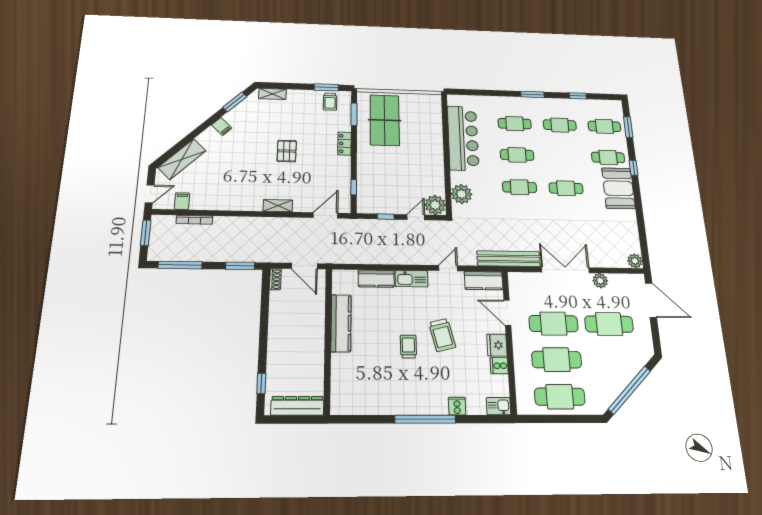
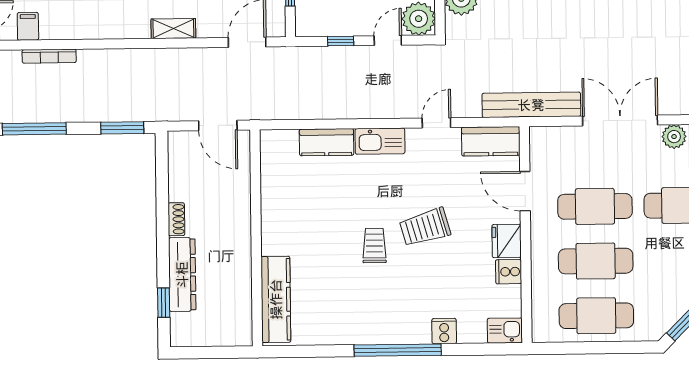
shoe rack: (275, 279) -> (176, 219), moved
kitchen counter: (341, 323) -> (276, 299), moved
trolley: (442, 335) -> (425, 227), turned 88
dresser: (297, 406) -> (182, 275), moved, turned 90

